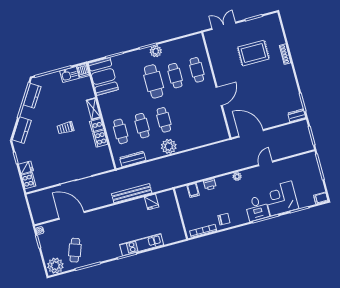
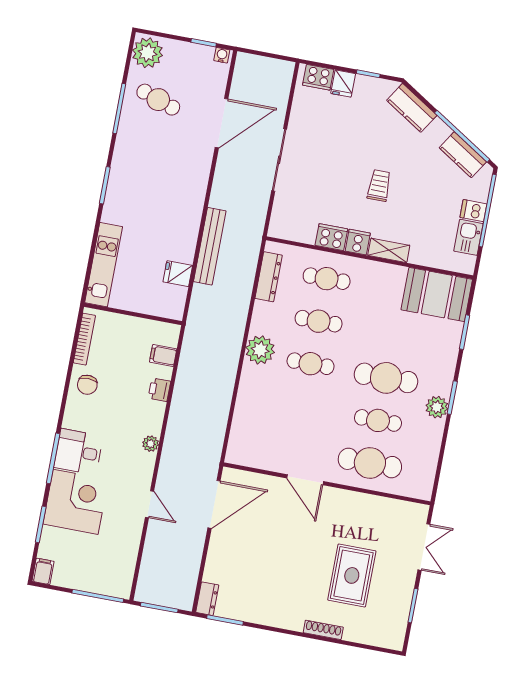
cafe table: (197, 70) -> (370, 463), width x1.37, depth x1.35
dishwasher: (83, 71) -> (473, 211), moved
kitchen unit: (142, 245) -> (104, 265), moved

